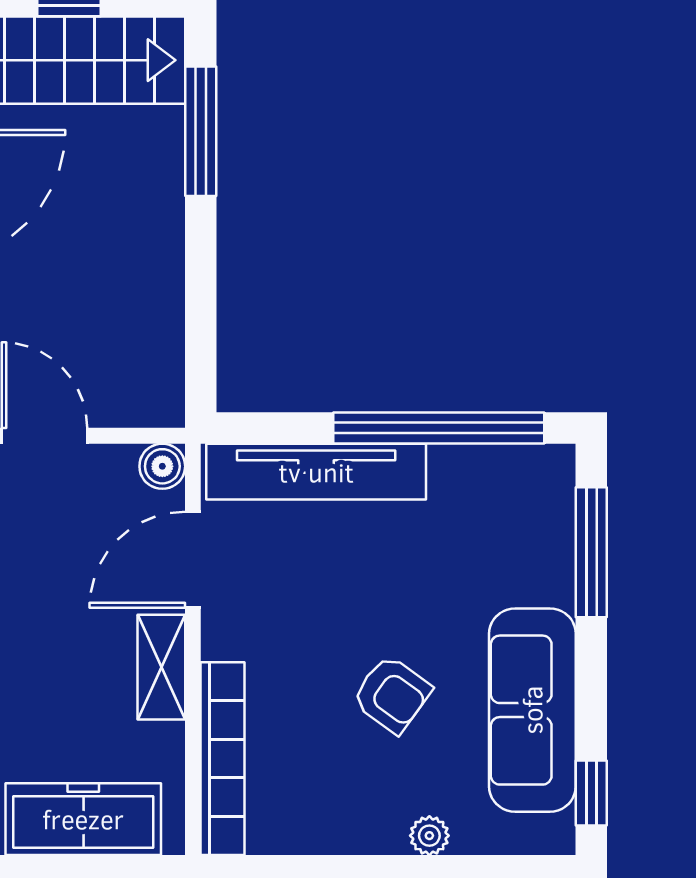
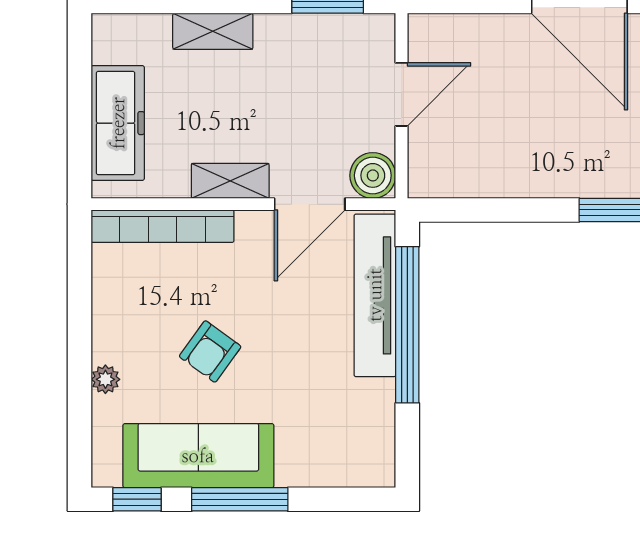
window: (439, 428) -> (407, 325), moved
boiler: (162, 466) -> (373, 175), width x1.36, depth x1.36
window: (591, 552) -> (240, 499), moved
door: (193, 560) -> (310, 204), swing flipped

